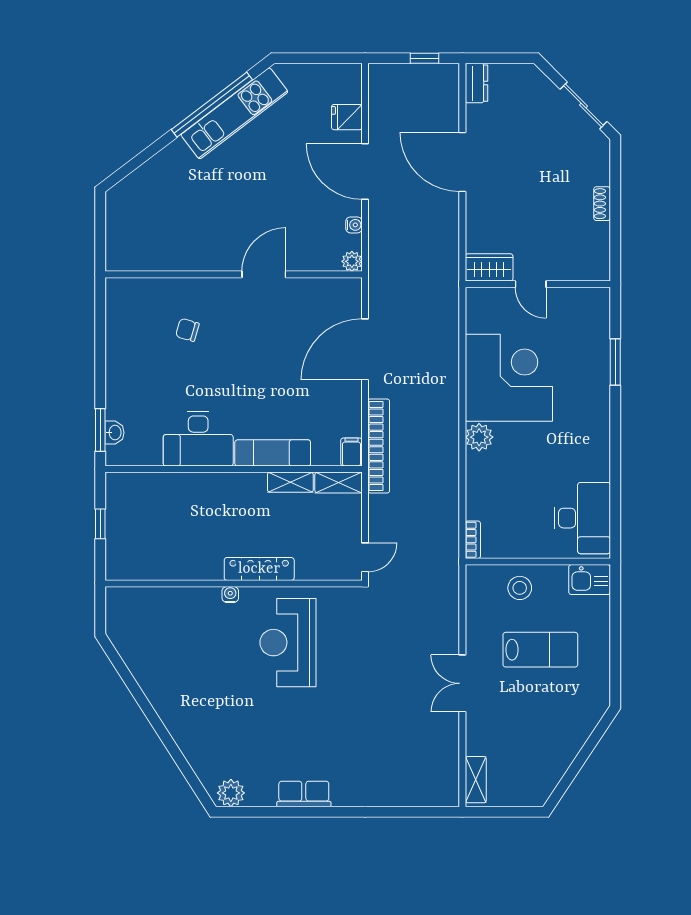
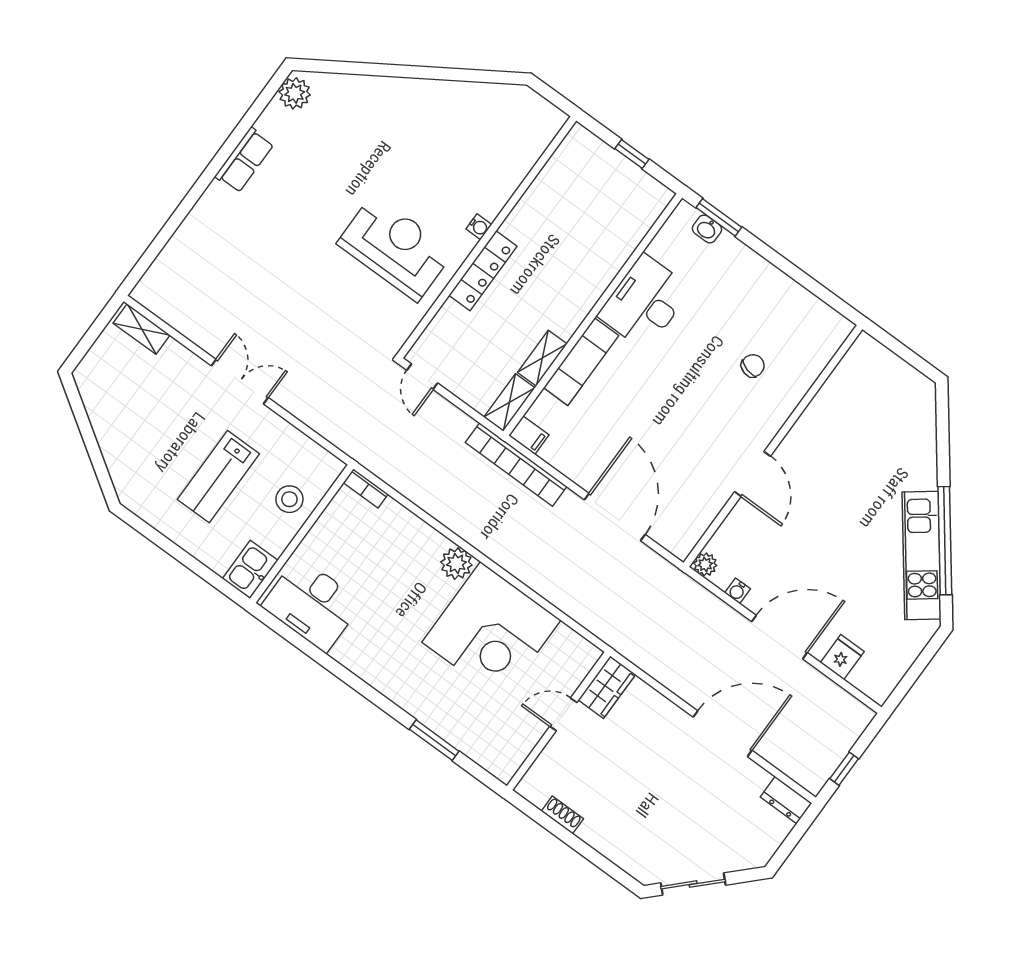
shoe rack: (602, 204) -> (562, 815), moved

